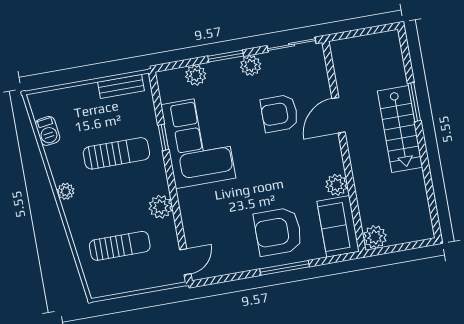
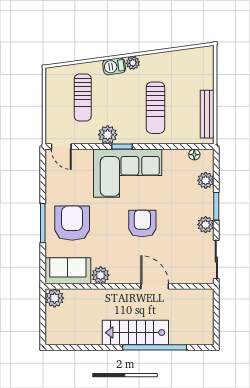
bench: (121, 86) -> (207, 114), width x1.36
floor lamp: (166, 95) -> (194, 155), added
window: (414, 102) -> (155, 347), width x2.11
armchair: (279, 113) -> (142, 224), moved
barbecue: (48, 131) -> (114, 66), moved
window: (163, 137) -> (122, 147), moved
corner sofa: (198, 141) -> (128, 173), moved

